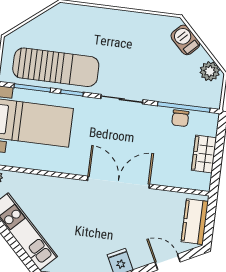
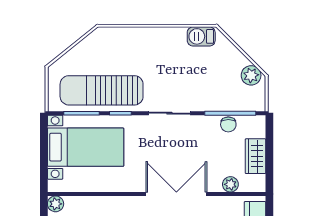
barbecue: (185, 40) -> (201, 36), moved, turned -45
sun lounger: (56, 67) -> (102, 90), turned 180
plant: (175, 179) -> (230, 184), added

